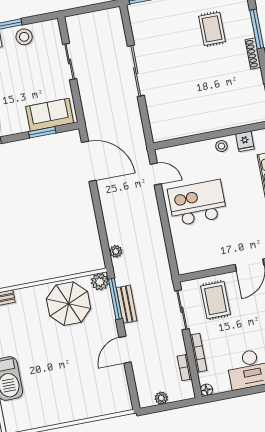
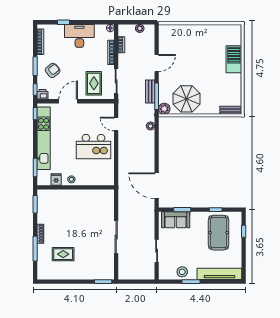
rug: (212, 29) -> (63, 254), turned 90
door: (156, 174) -> (116, 124), moved

